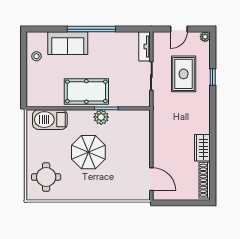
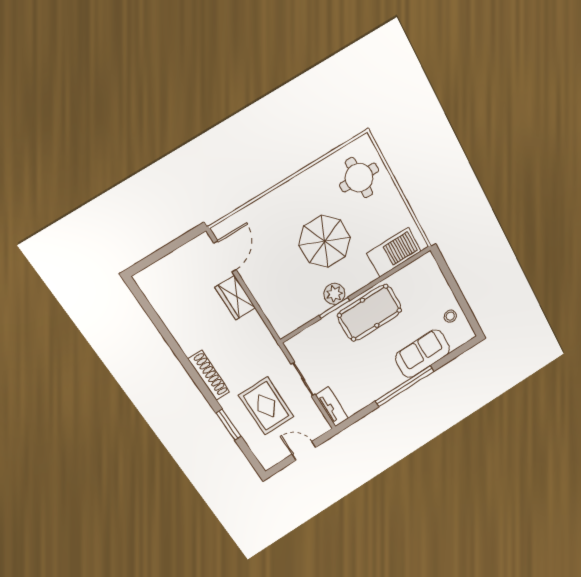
door: (179, 29) -> (304, 451), hinge flipped
plant: (205, 37) -> (268, 462), removed
window: (213, 77) -> (229, 425), width x1.50
wardrobe: (202, 148) -> (235, 298), moved, turned 180
door: (151, 179) -> (225, 256), swing flipped
shoe rack: (205, 180) -> (209, 375), moved

